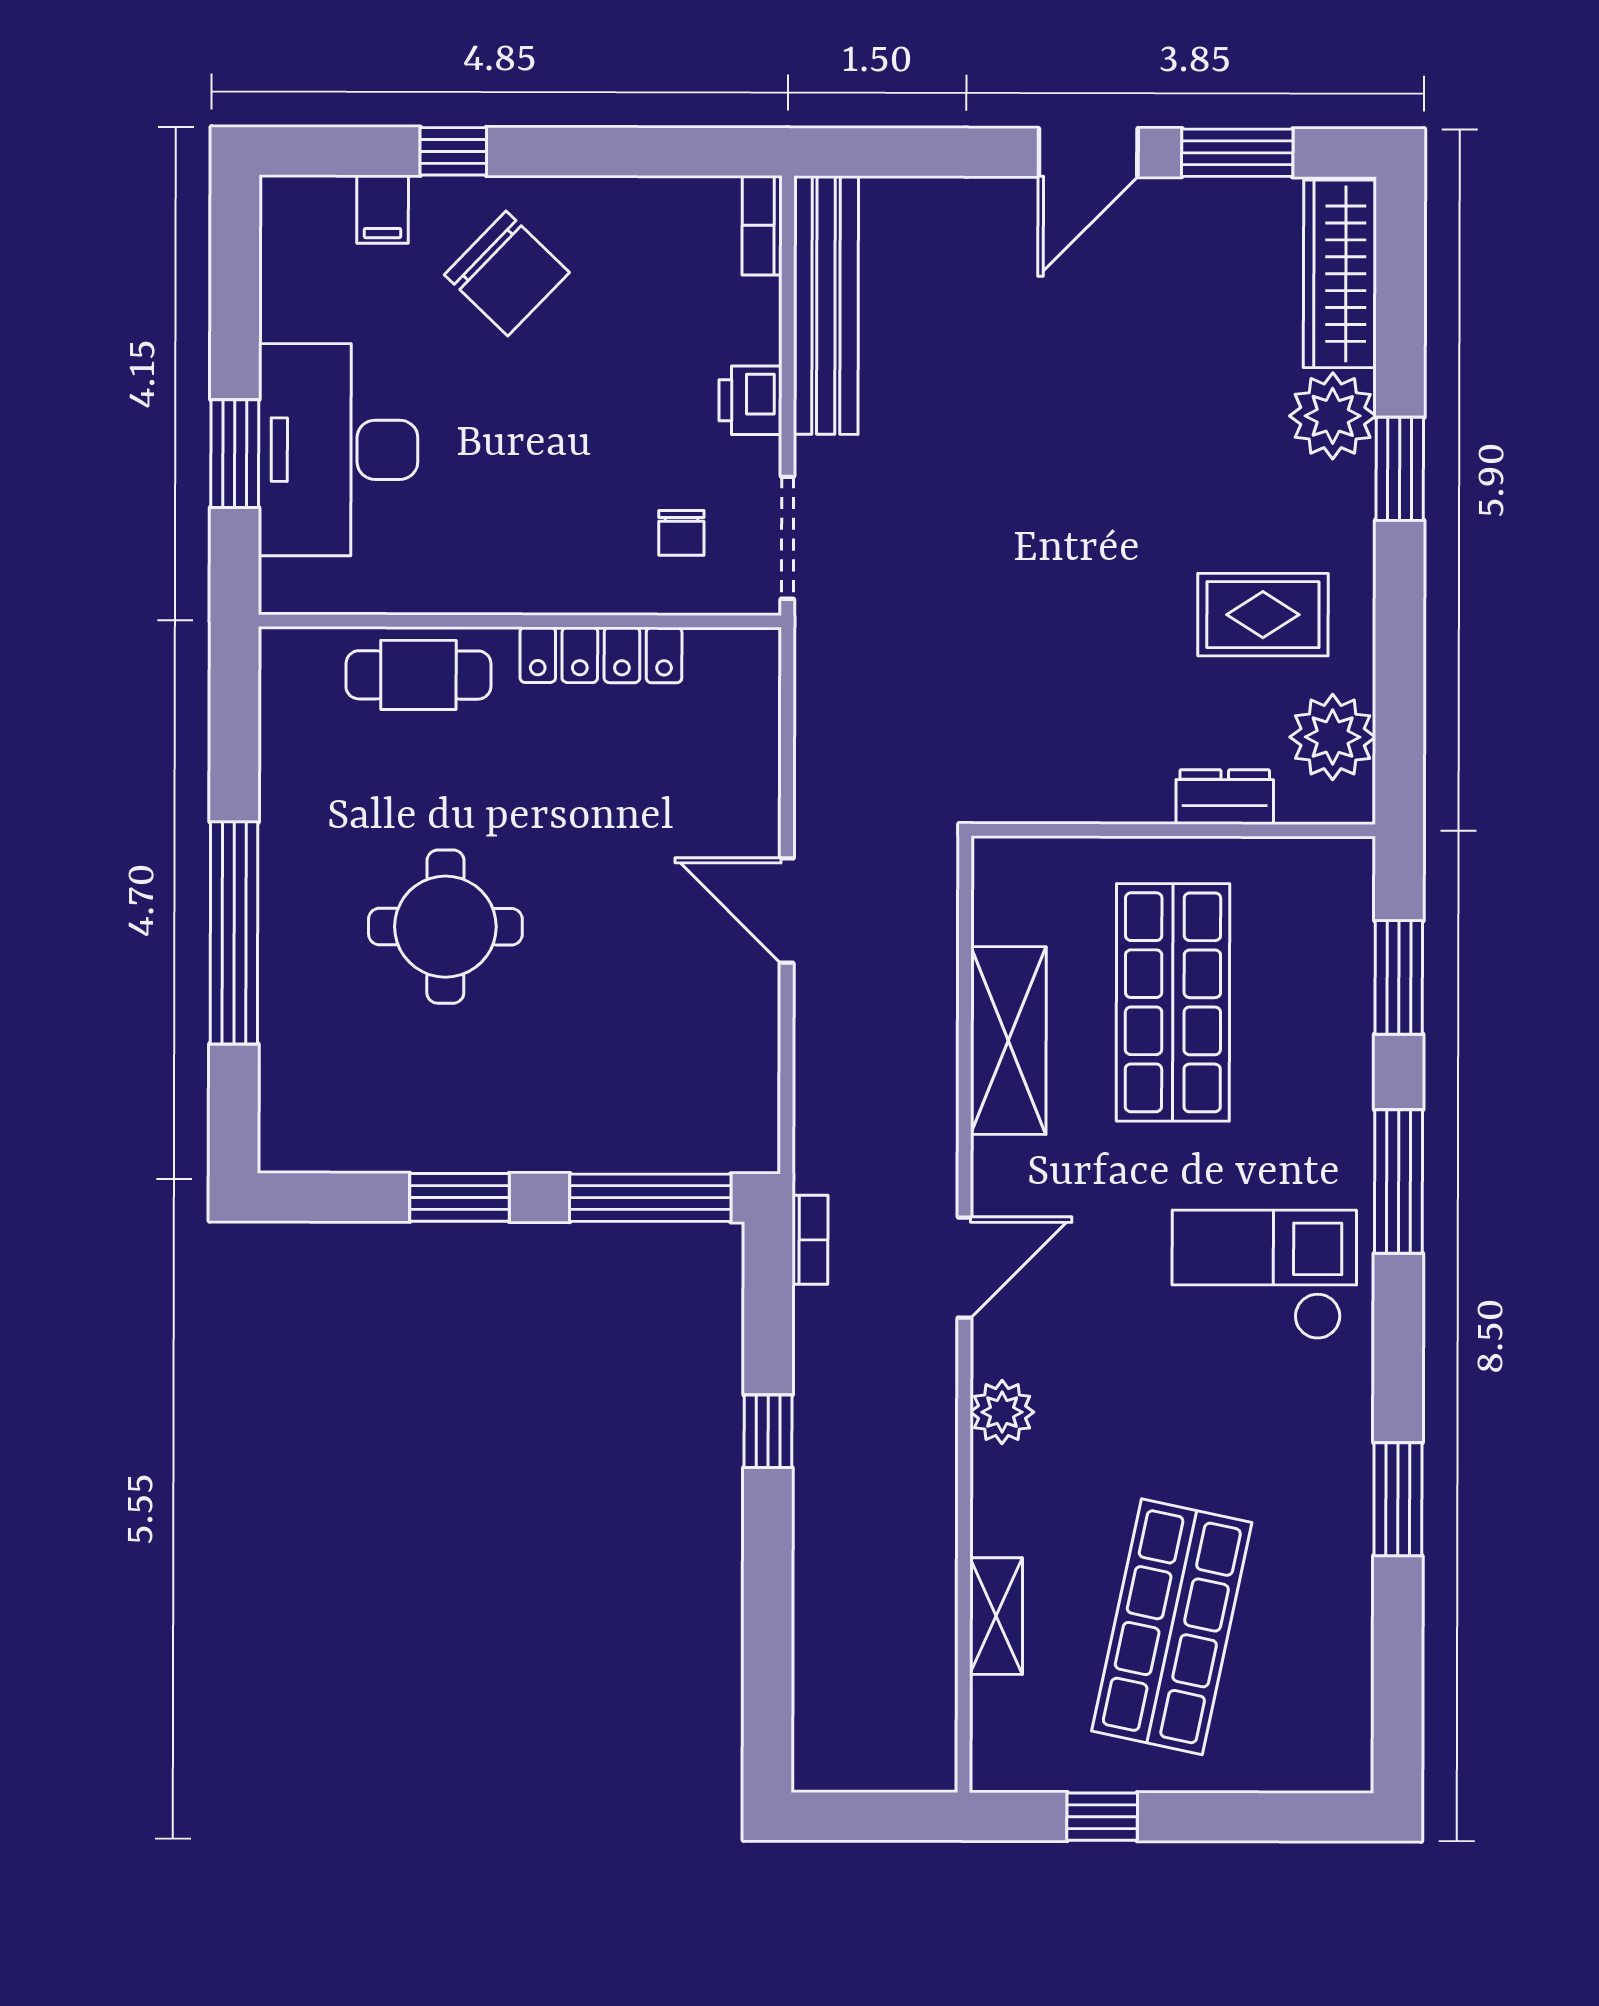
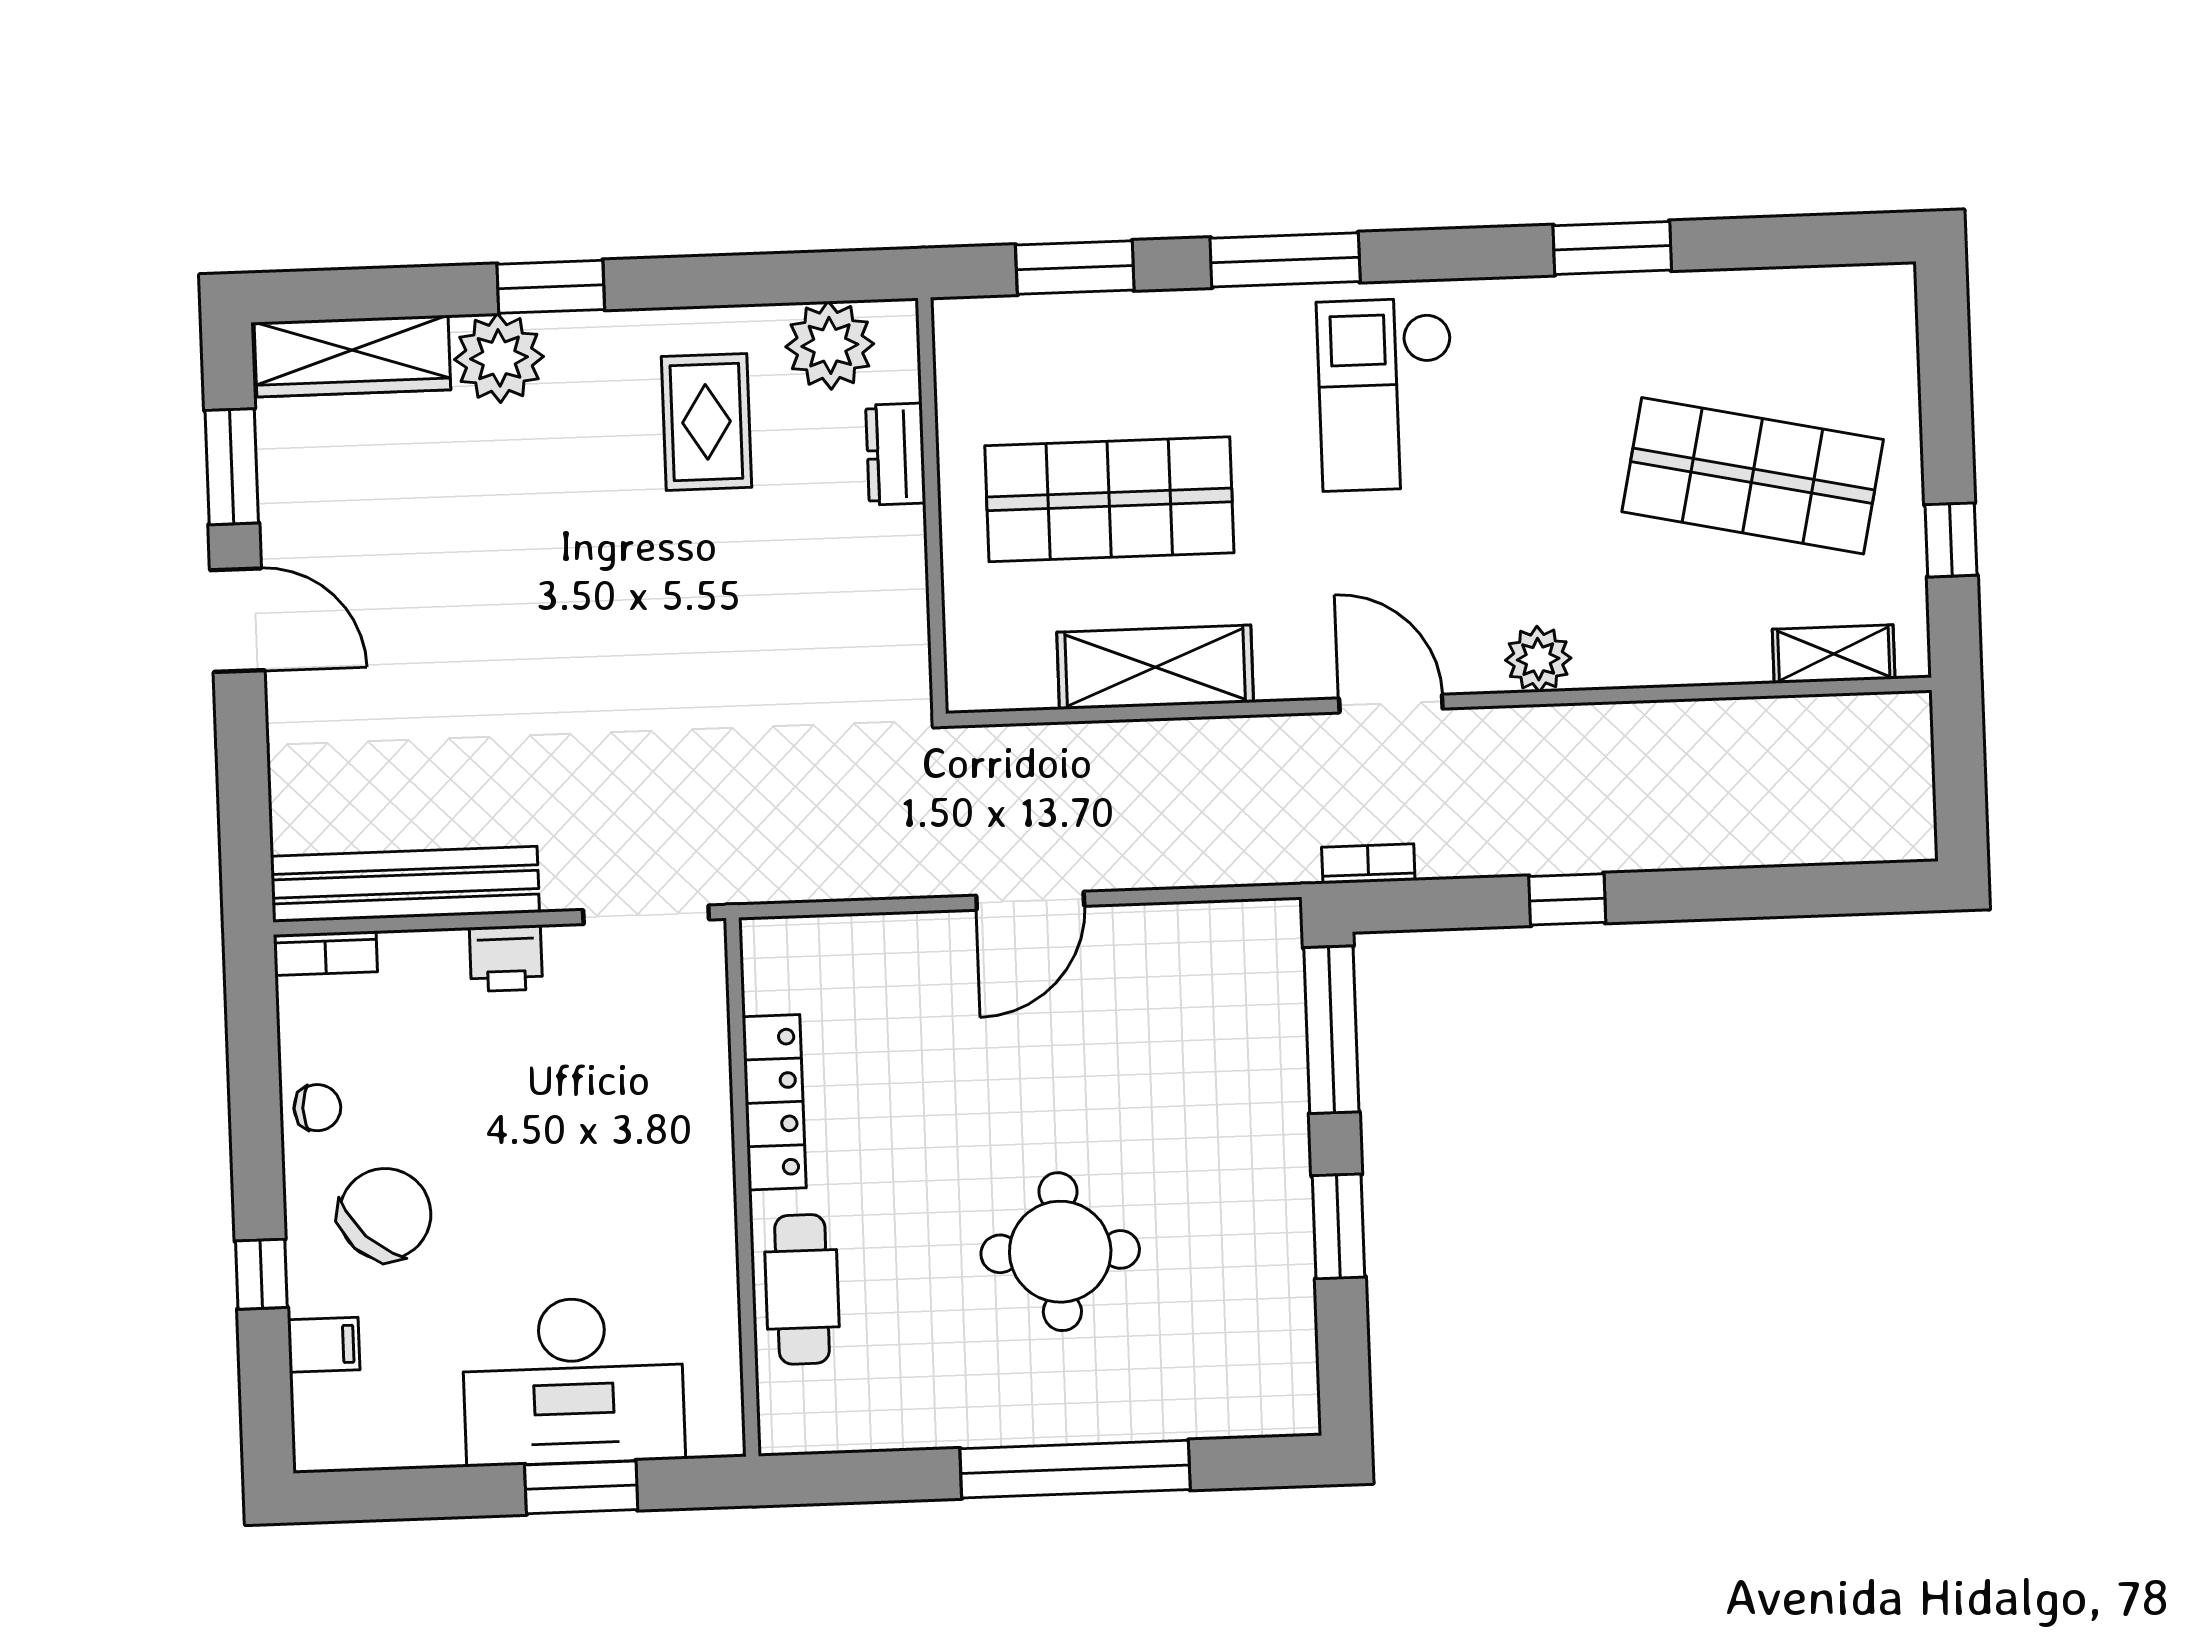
chair: (681, 533) -> (317, 1108), moved
shelving: (996, 1616) -> (1834, 654), moved

